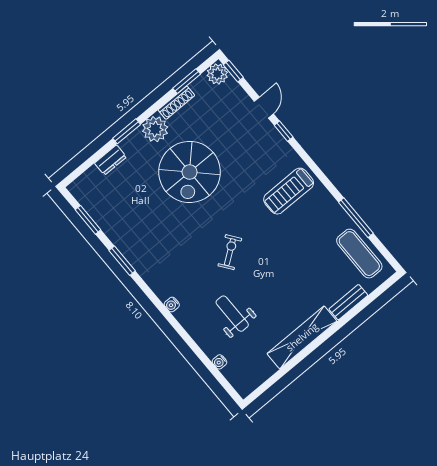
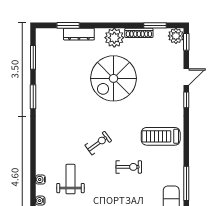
window: (127, 131) -> (68, 25), moved
dresser: (110, 160) -> (79, 34), width x1.44
exercise bike: (282, 250) -> (129, 167), added
water cooler: (172, 305) -> (40, 180), moved

